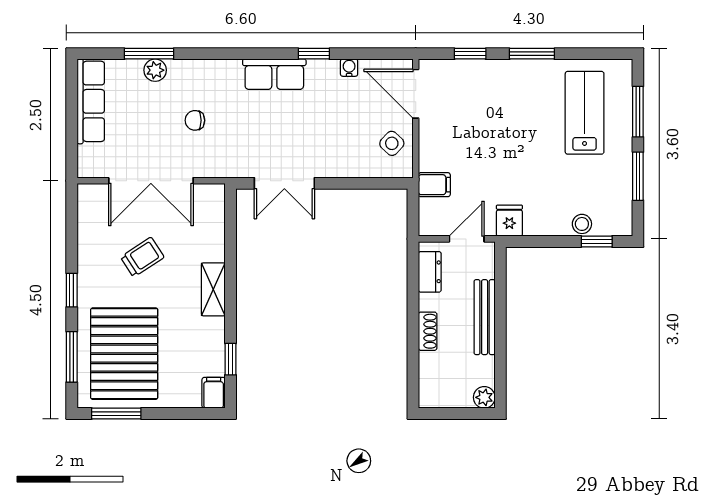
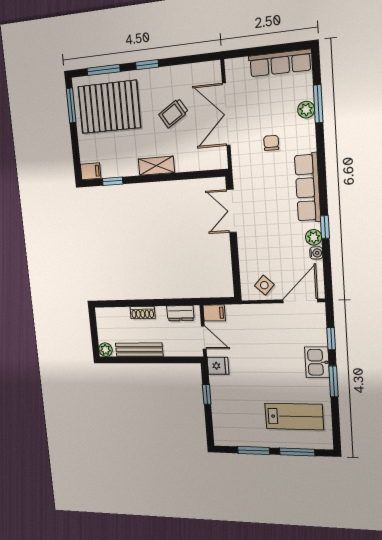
plant: (327, 70) -> (314, 237), added
row of seats: (274, 74) -> (308, 188), width x1.48
kitchen sink: (504, 75) -> (317, 362), added
filing cabinet: (434, 185) -> (214, 313), moved, turned -90
stool: (582, 224) -> (220, 413), removed
window: (597, 242) -> (207, 394), moved
trolley: (142, 257) -> (173, 113), turned 91
bench: (485, 317) -> (139, 350), moved

